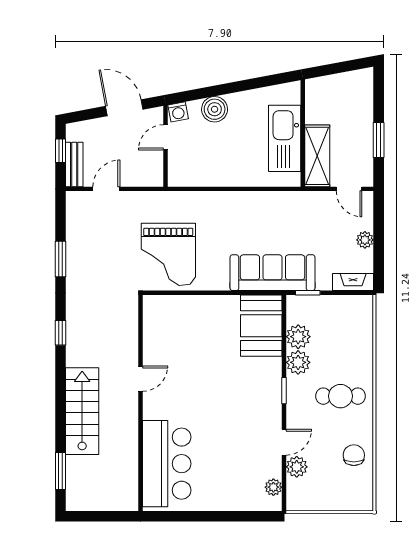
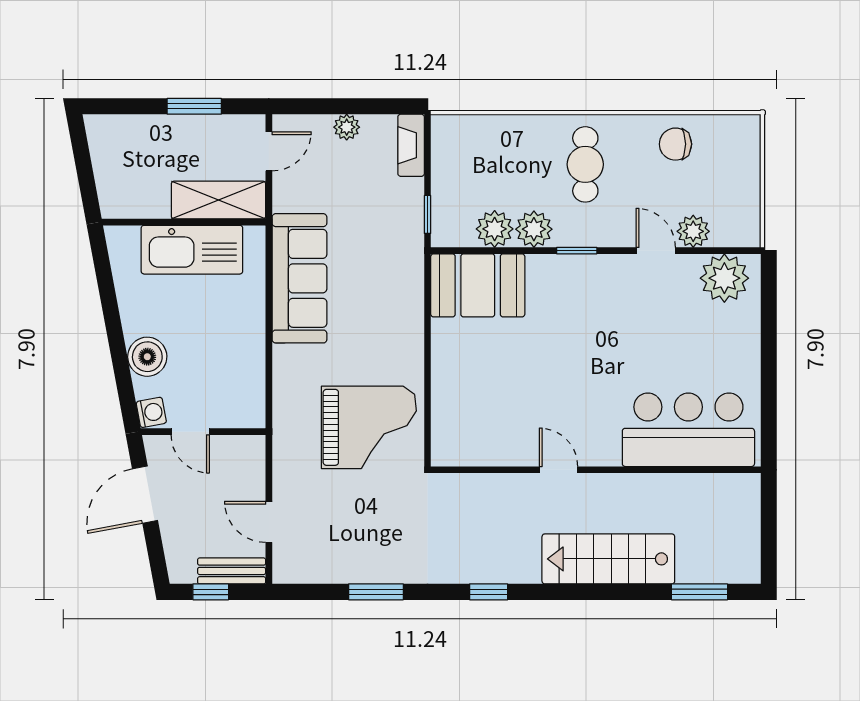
sofa: (272, 273) -> (299, 278), moved, turned 180
plant: (273, 487) -> (724, 278), width x1.88, depth x1.88

